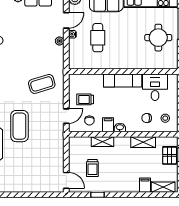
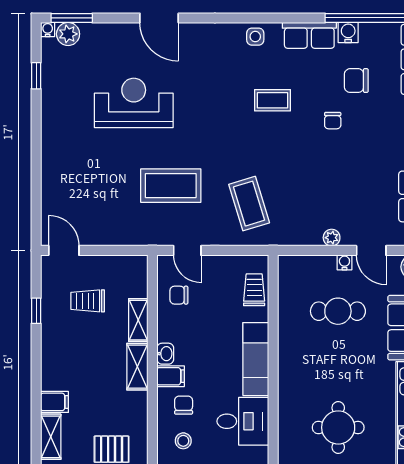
trolley: (85, 99) -> (254, 290), moved
filing cabinet: (108, 125) -> (171, 376), moved
coffee table: (19, 126) -> (171, 186), moved
shelving: (143, 142) -> (137, 367), moved
door: (66, 180) -> (64, 250), swing flipped

